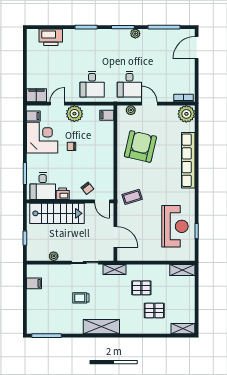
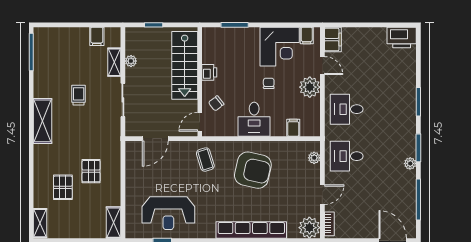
printer: (51, 37) -> (402, 38), moved, turned -90
door: (149, 104) -> (322, 195), moved
filing cabinet: (107, 115) -> (293, 128), moved
armchair: (140, 146) -> (253, 170), moved
desk: (43, 186) -> (254, 119), moved, turned -90
shelving: (114, 269) -> (114, 62), moved

